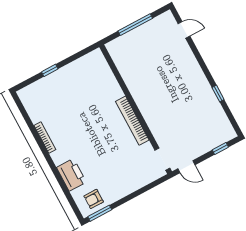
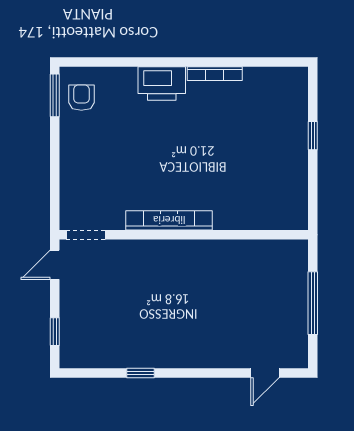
printer: (71, 175) -> (162, 83), moved

